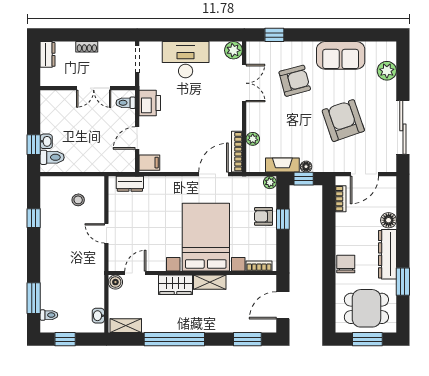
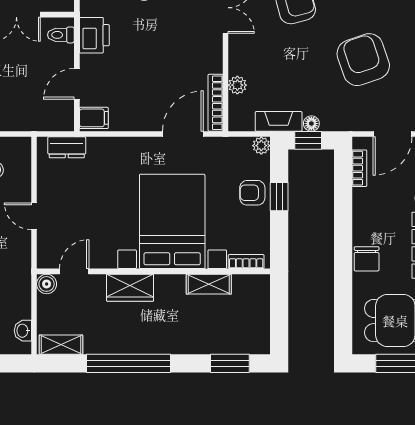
chair: (346, 264) -> (367, 259), turned 180
shelving: (210, 282) -> (209, 284), moved
door: (283, 305) -> (279, 316), removed

